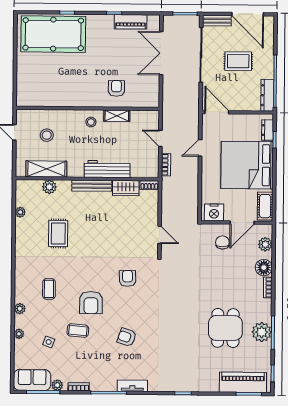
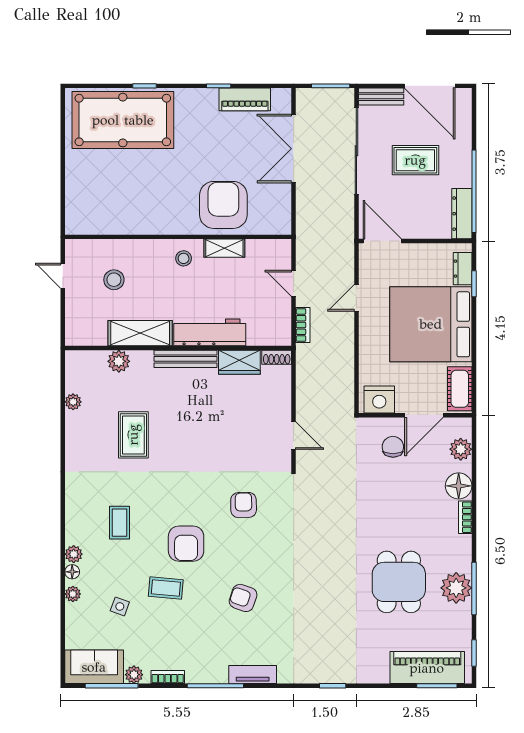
armchair: (116, 88) -> (223, 205), width x1.88, depth x1.88
shelving: (46, 169) -> (140, 333), moved
floor lamp: (19, 320) -> (72, 572), added

